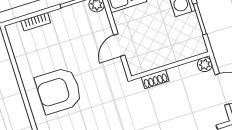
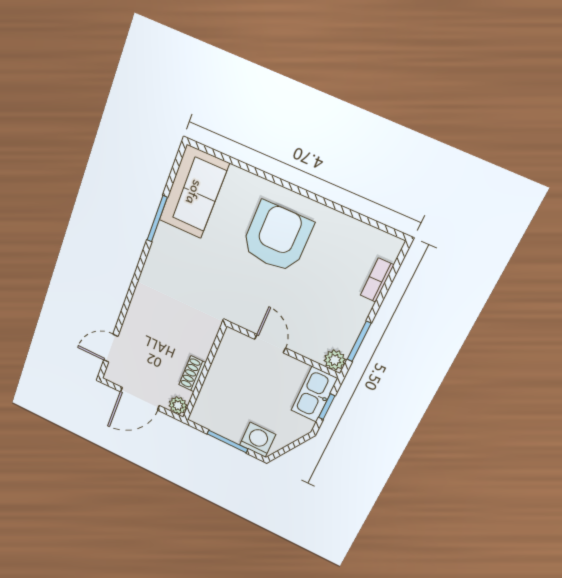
shoe rack: (155, 79) -> (192, 374), moved

